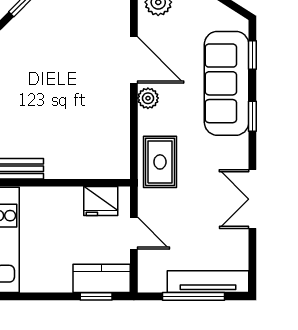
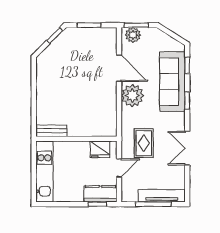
plant: (148, 98) -> (132, 95), width x1.88, depth x1.88
rug: (160, 162) -> (144, 143), moved
door: (134, 233) -> (119, 168), hinge flipped

